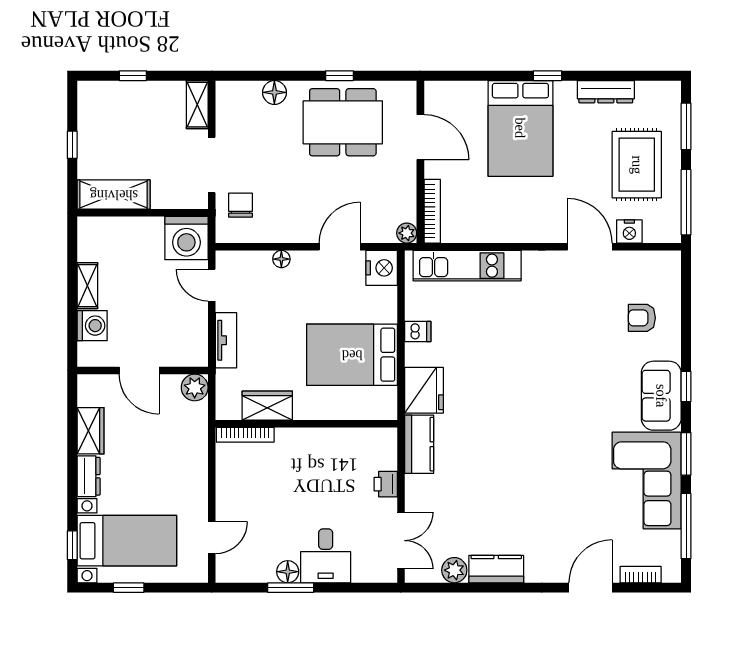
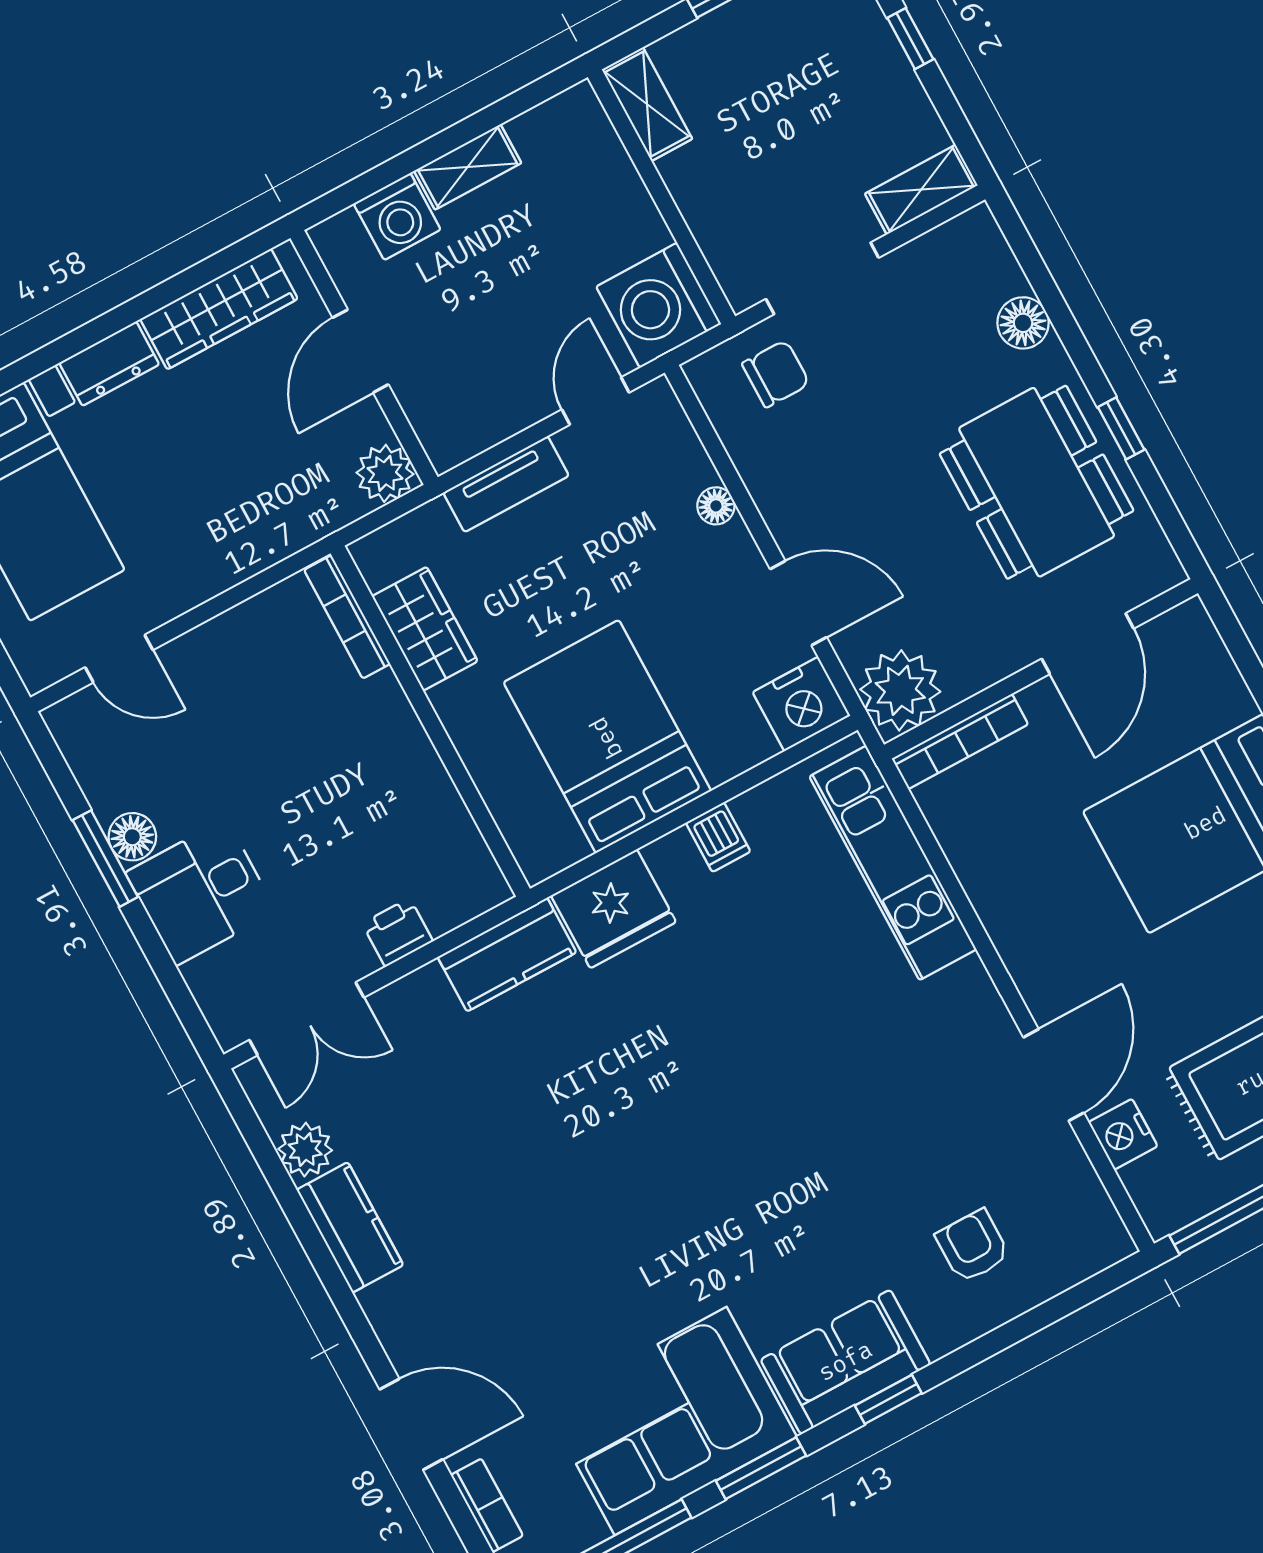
shelving: (114, 195) -> (647, 104), width x0.67, depth x0.75
plant: (407, 233) -> (900, 690), width x1.87, depth x1.87
wardrobe: (90, 431) -> (219, 309), width x1.50

